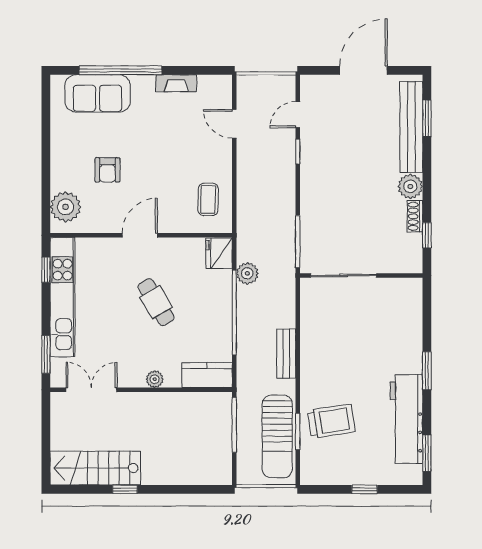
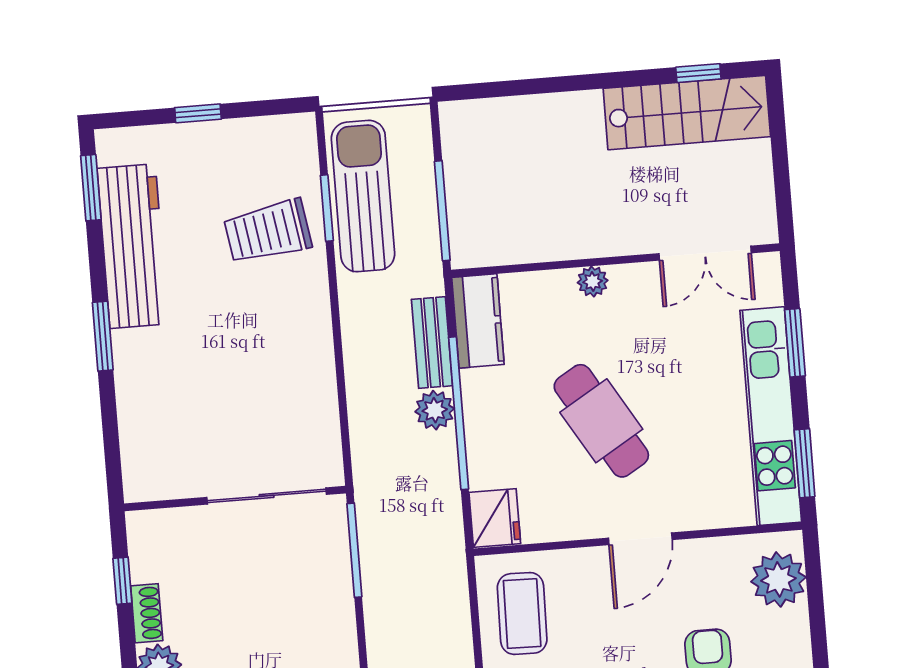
coffee table: (208, 199) -> (522, 613), width x1.36, depth x1.30
window: (46, 270) -> (805, 463), width x1.50
plant: (247, 273) -> (435, 410), moved
cafe table: (156, 302) -> (601, 421), width x1.37, depth x1.35
window: (46, 354) -> (795, 343), moved
bench: (286, 354) -> (432, 343), moved
kitchen counter: (207, 375) -> (478, 321), moved, turned -90
window: (125, 489) -> (698, 73), moved

